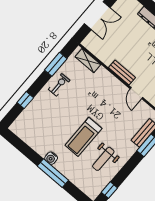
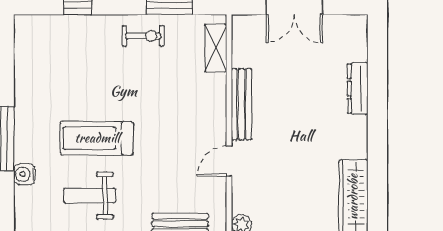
bench: (122, 72) -> (241, 104), width x1.36
water cooler: (51, 158) -> (24, 174), moved

